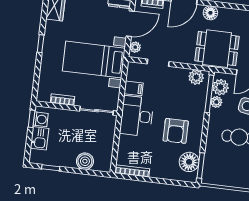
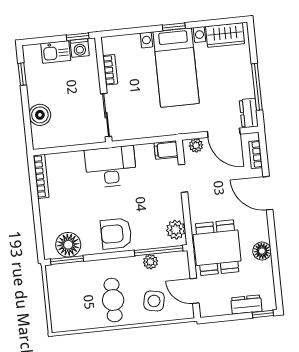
floor lamp: (210, 13) -> (262, 251), moved
bed with nightstands: (94, 60) -> (176, 68), moved, turned 180
plant: (220, 87) -> (170, 263), removed
filing cabinet: (134, 88) -> (166, 150), moved, turned 90
armchair: (176, 131) -> (116, 234), moved

